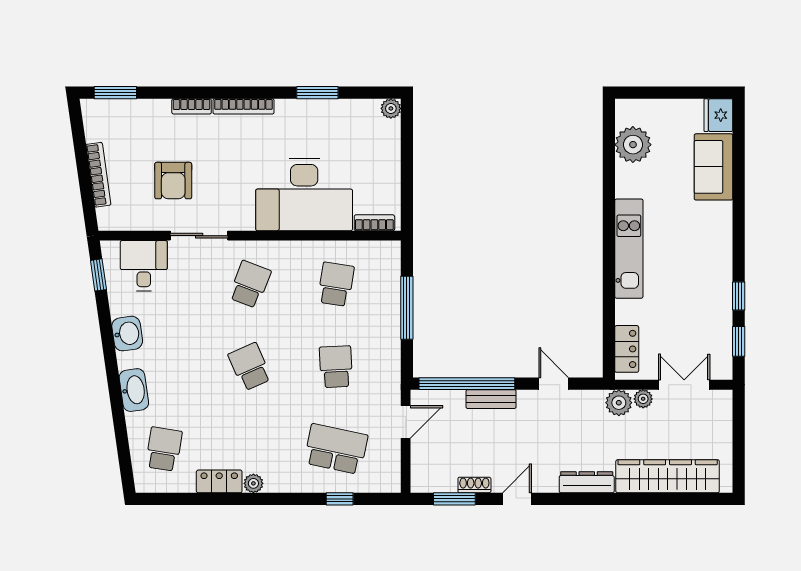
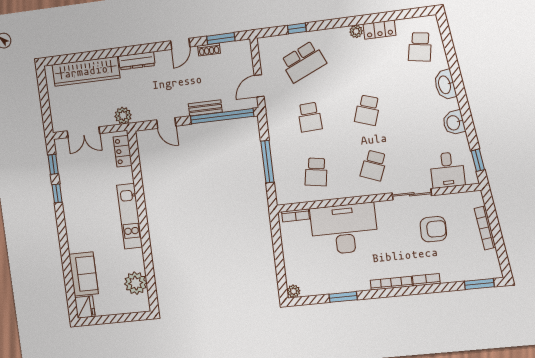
armchair: (173, 181) -> (433, 229), turned 90
school desk: (250, 367) -> (367, 110), turned 42
plant: (643, 399) -> (108, 120), removed
school desk: (336, 449) -> (303, 62), turned -36

